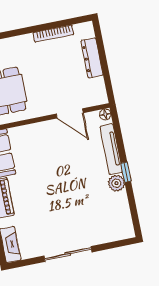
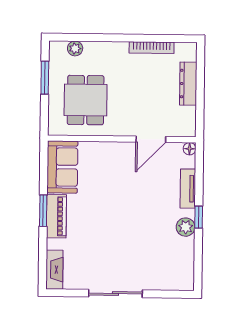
door: (70, 113) -> (151, 139), hinge flipped
tv unit: (111, 149) -> (188, 189), width x0.71

